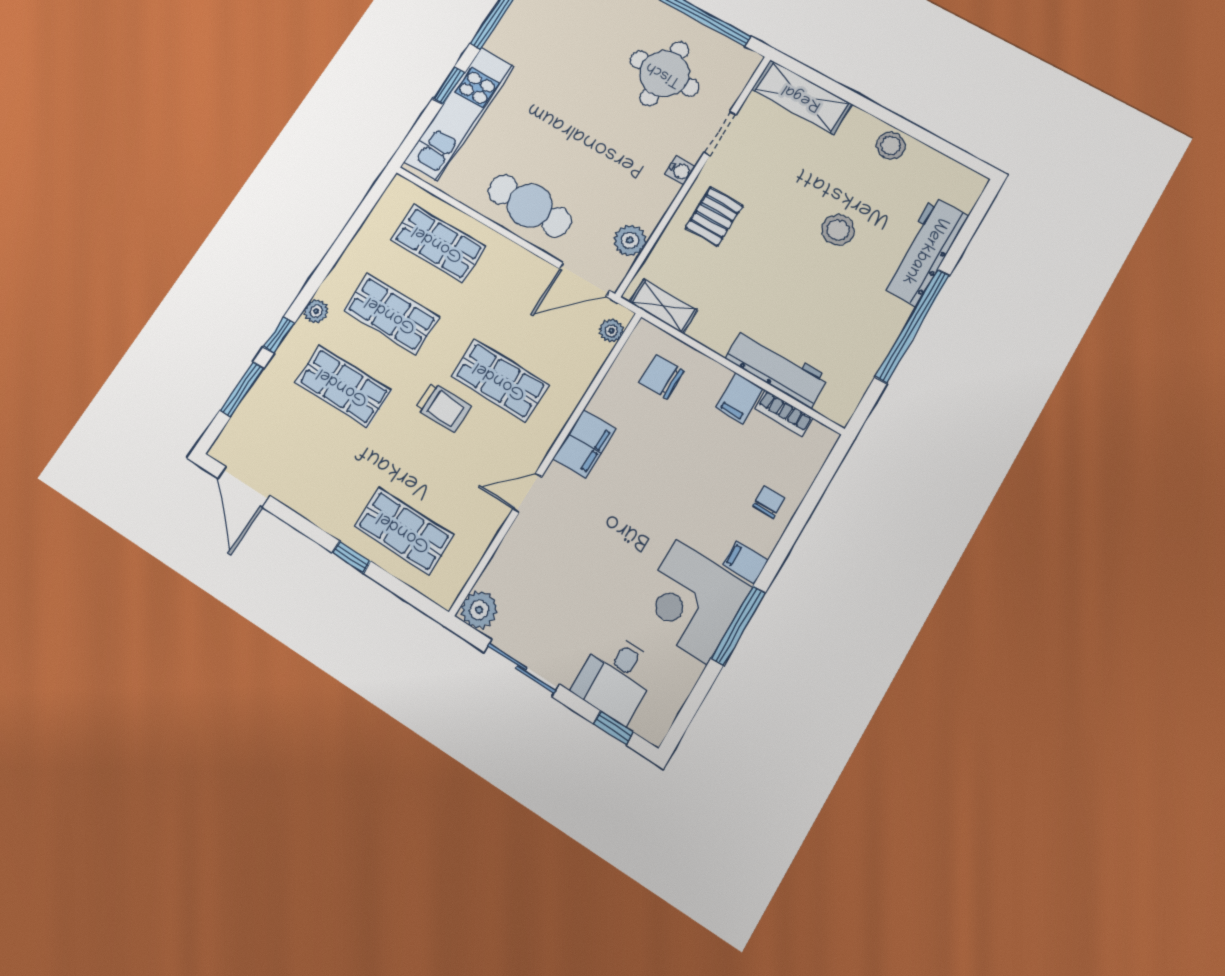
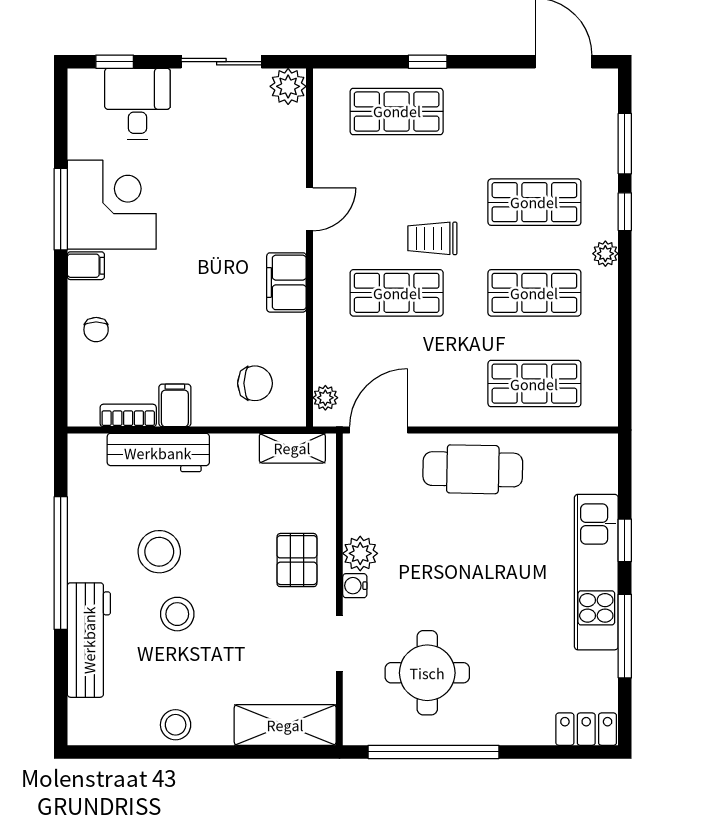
kitchen unit: (459, 114) -> (596, 572), moved
plant: (630, 240) -> (360, 553), moved
stool: (824, 288) -> (159, 552), added

